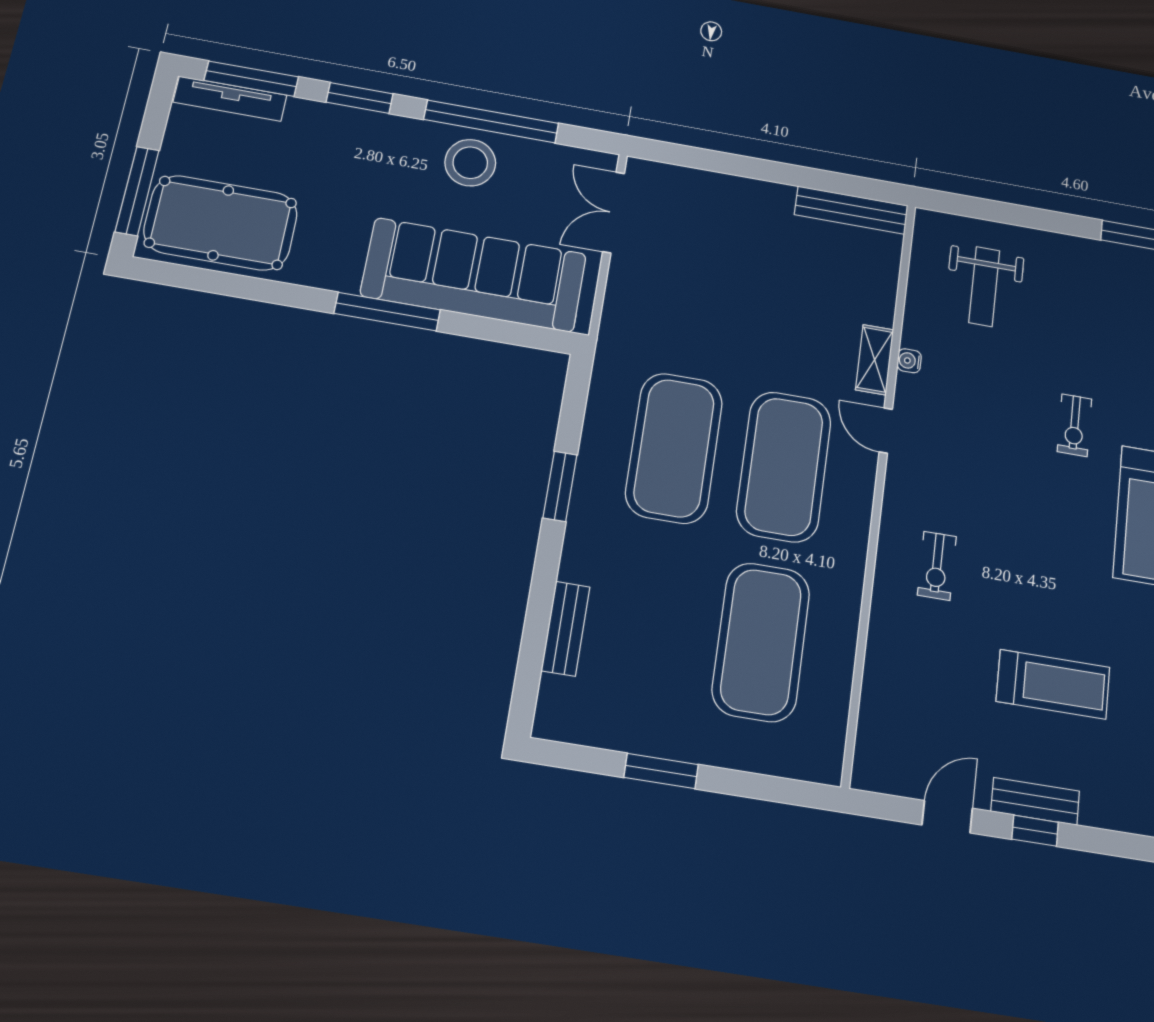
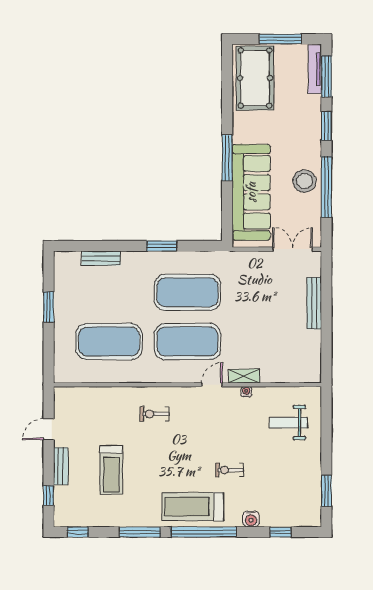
window: (137, 191) -> (280, 39), moved
bench: (851, 210) -> (314, 303), moved
door: (947, 817) -> (49, 429), swing flipped
window: (1035, 831) -> (49, 495), moved

